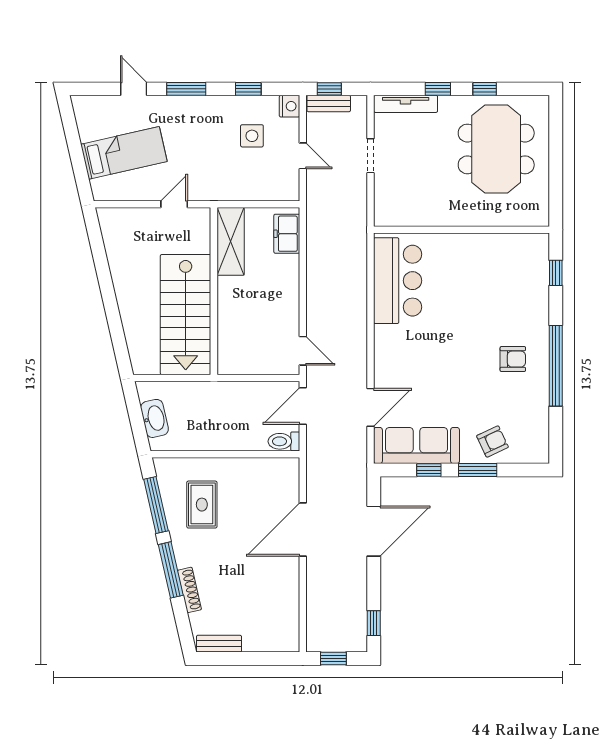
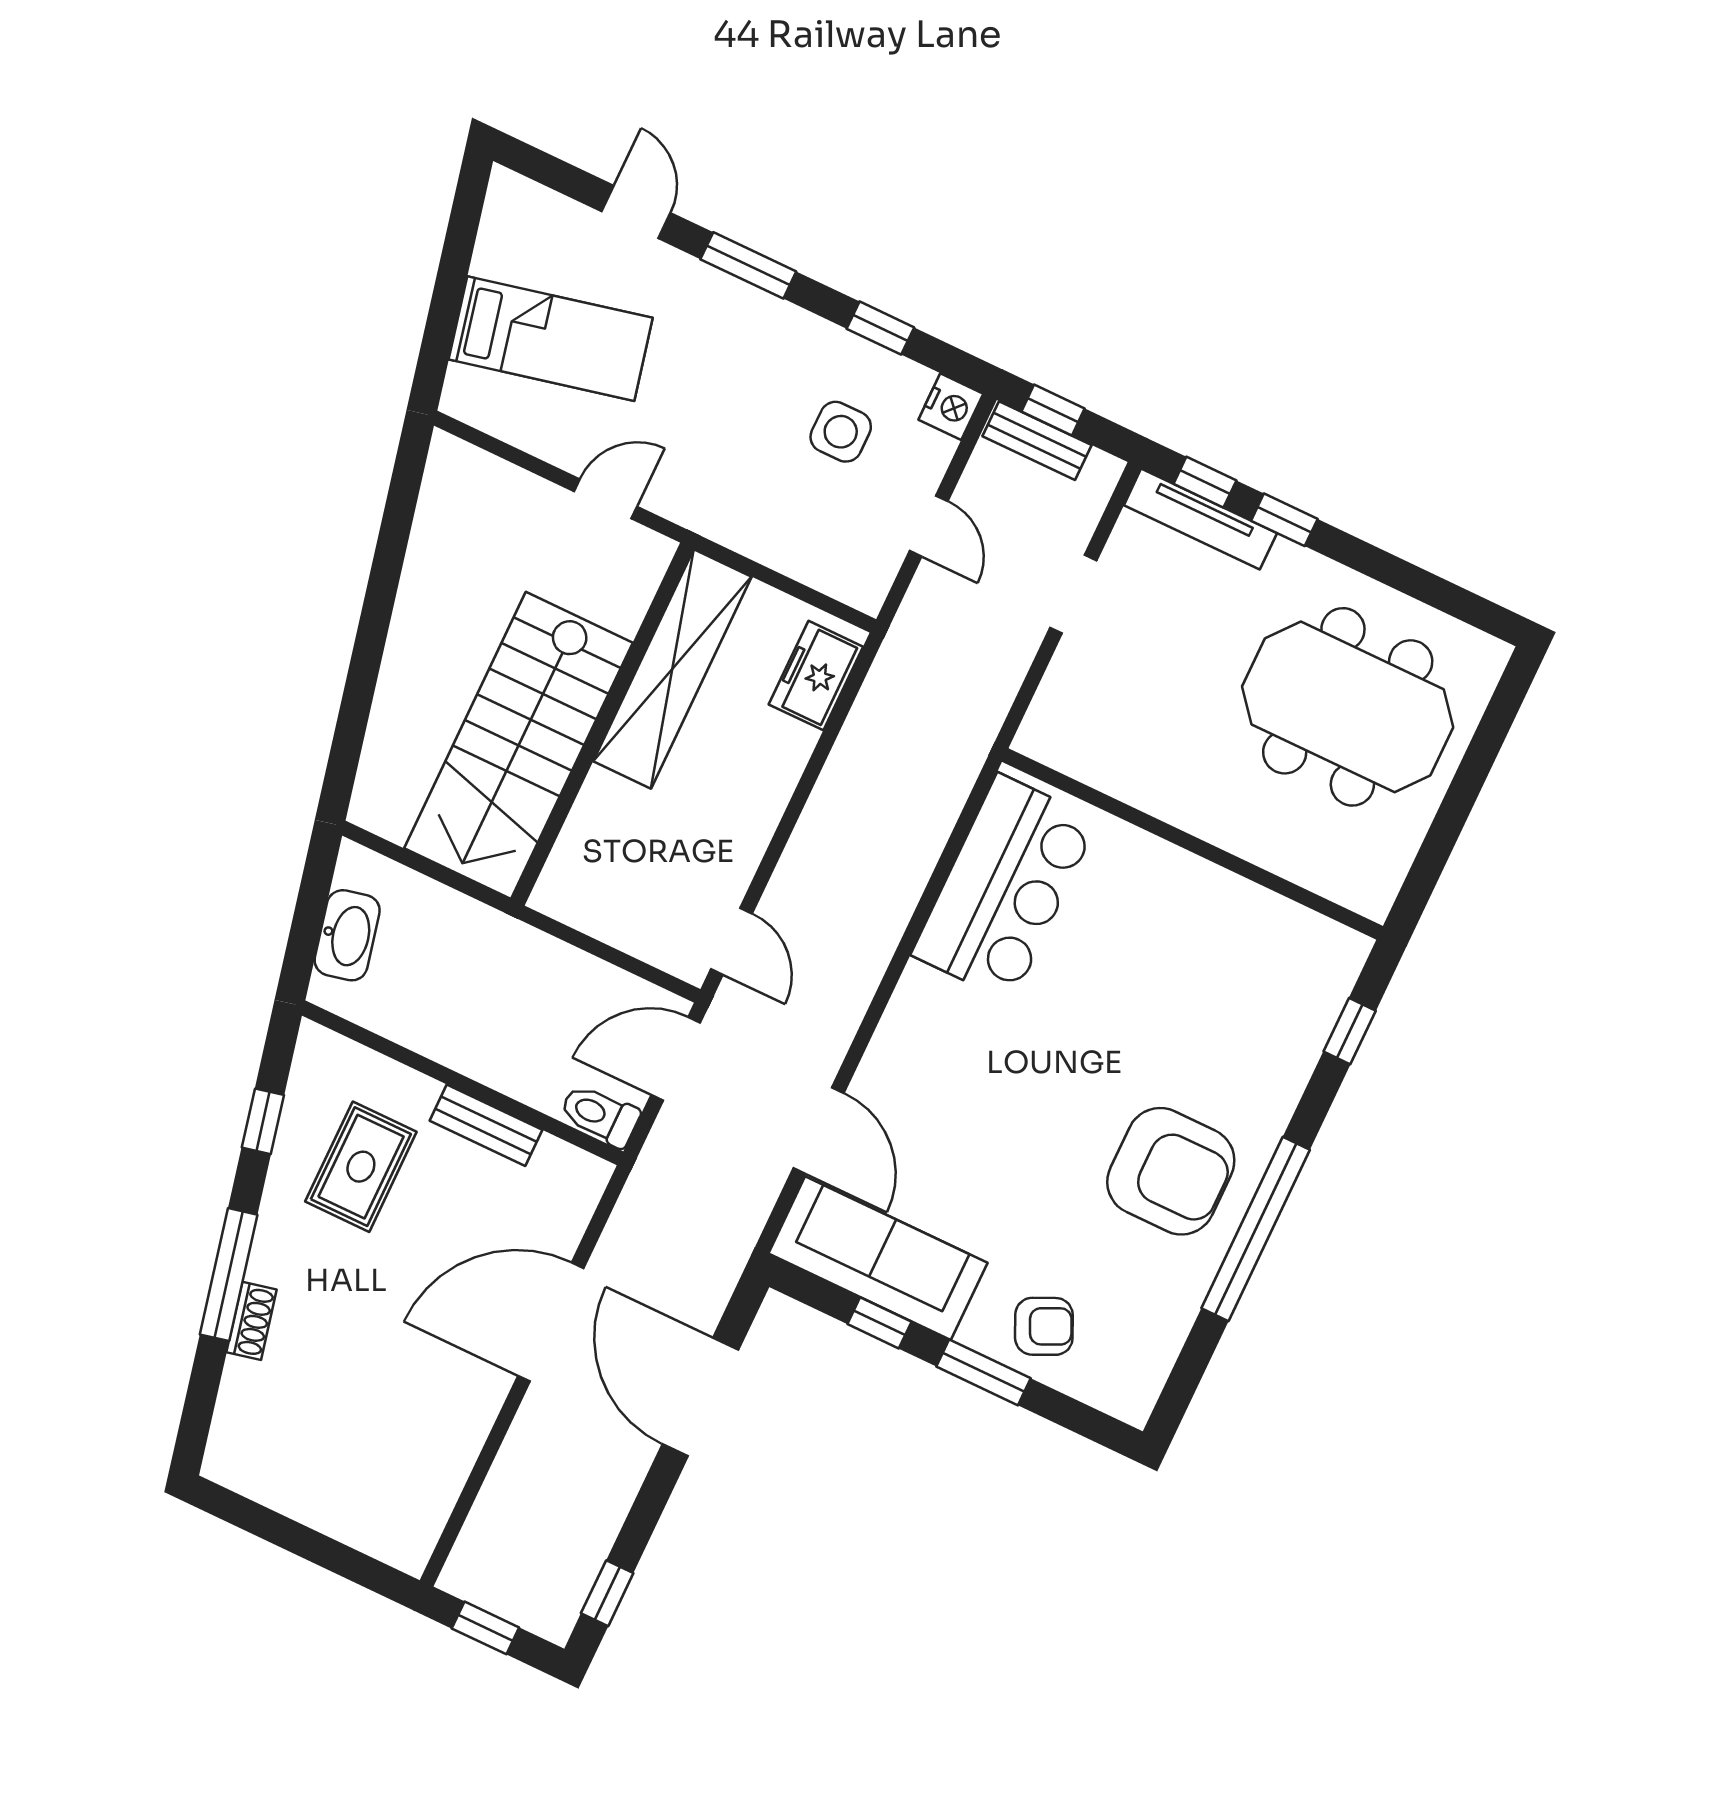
window: (485, 89) -> (1205, 482), moved
meeting table: (496, 149) -> (1348, 707), turned 90
shelving: (231, 241) -> (672, 669), width x1.47
armchair: (513, 359) -> (1171, 1171), width x1.88, depth x1.88
door: (371, 407) -> (819, 1130), hinge flipped
window: (156, 505) -> (263, 1121), width x0.46
door: (374, 531) -> (700, 1397), swing flipped
shoe rack: (189, 590) -> (252, 1321), width x0.70
bench: (219, 644) -> (486, 1125), moved

